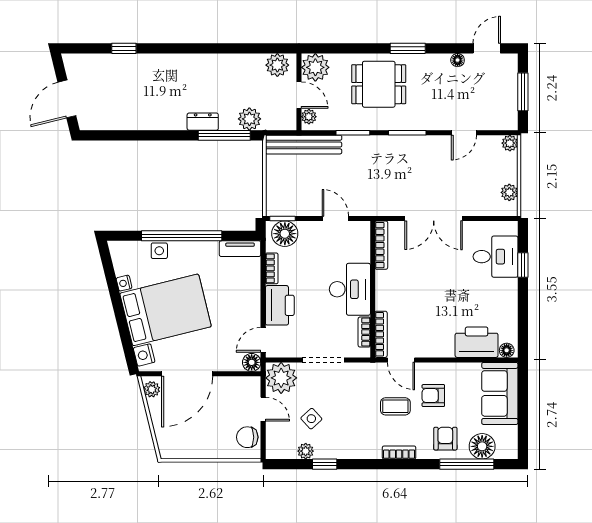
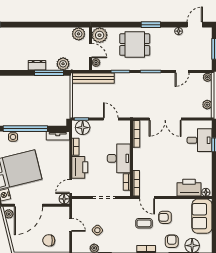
plant: (281, 378) -> (81, 208), removed
chair: (247, 437) -> (49, 240), moved

